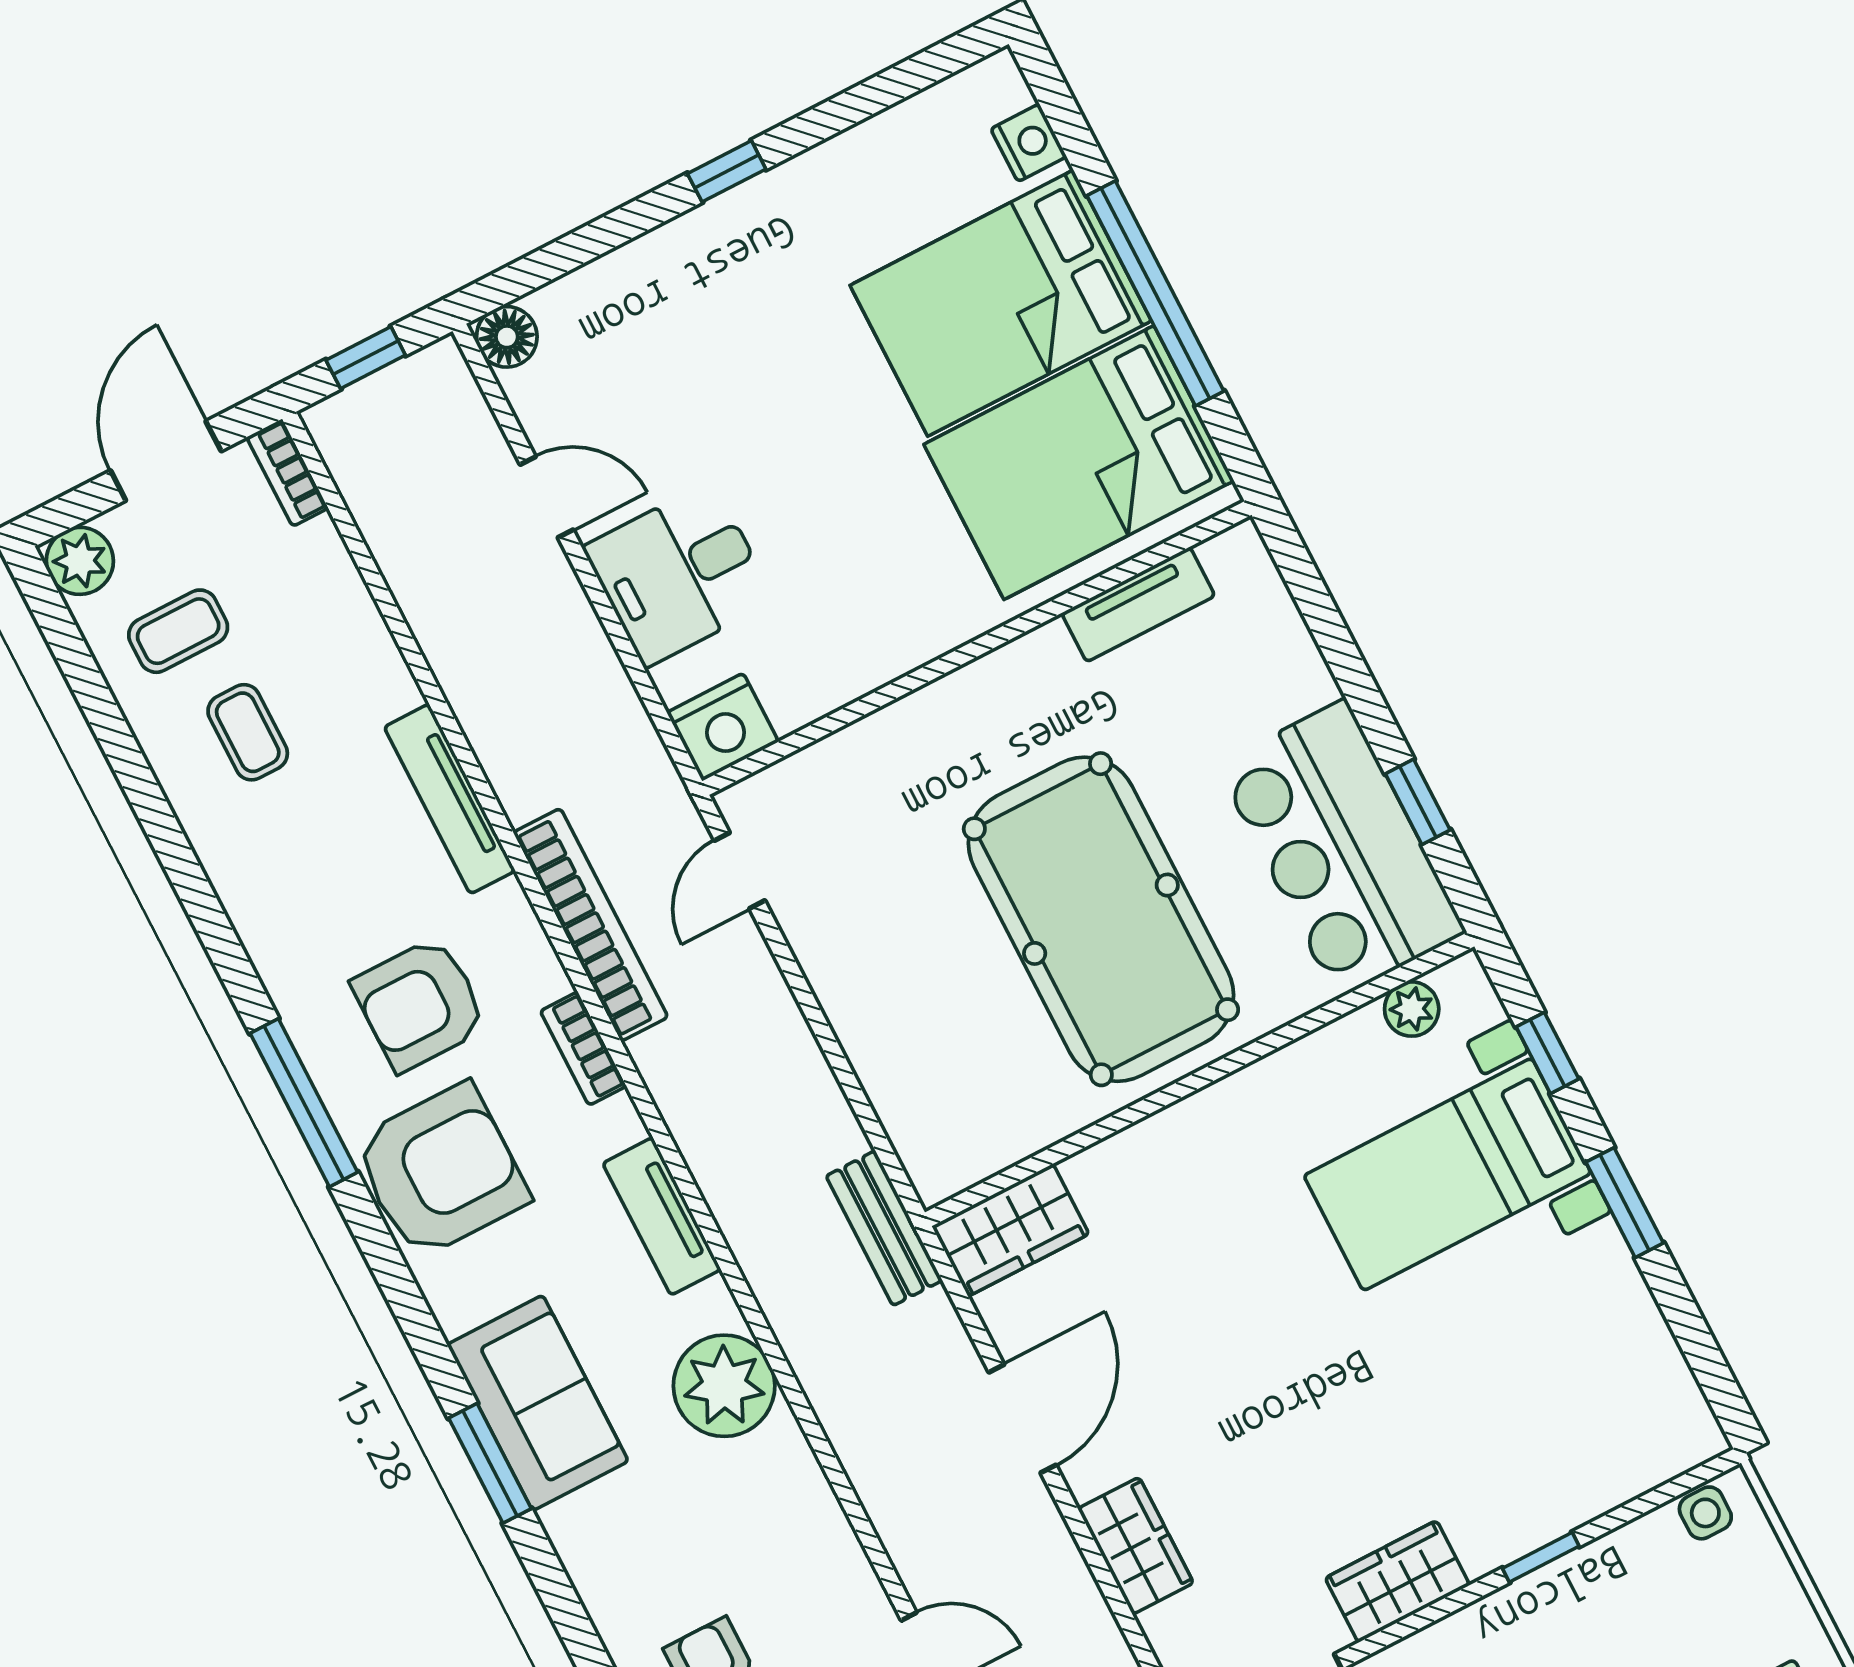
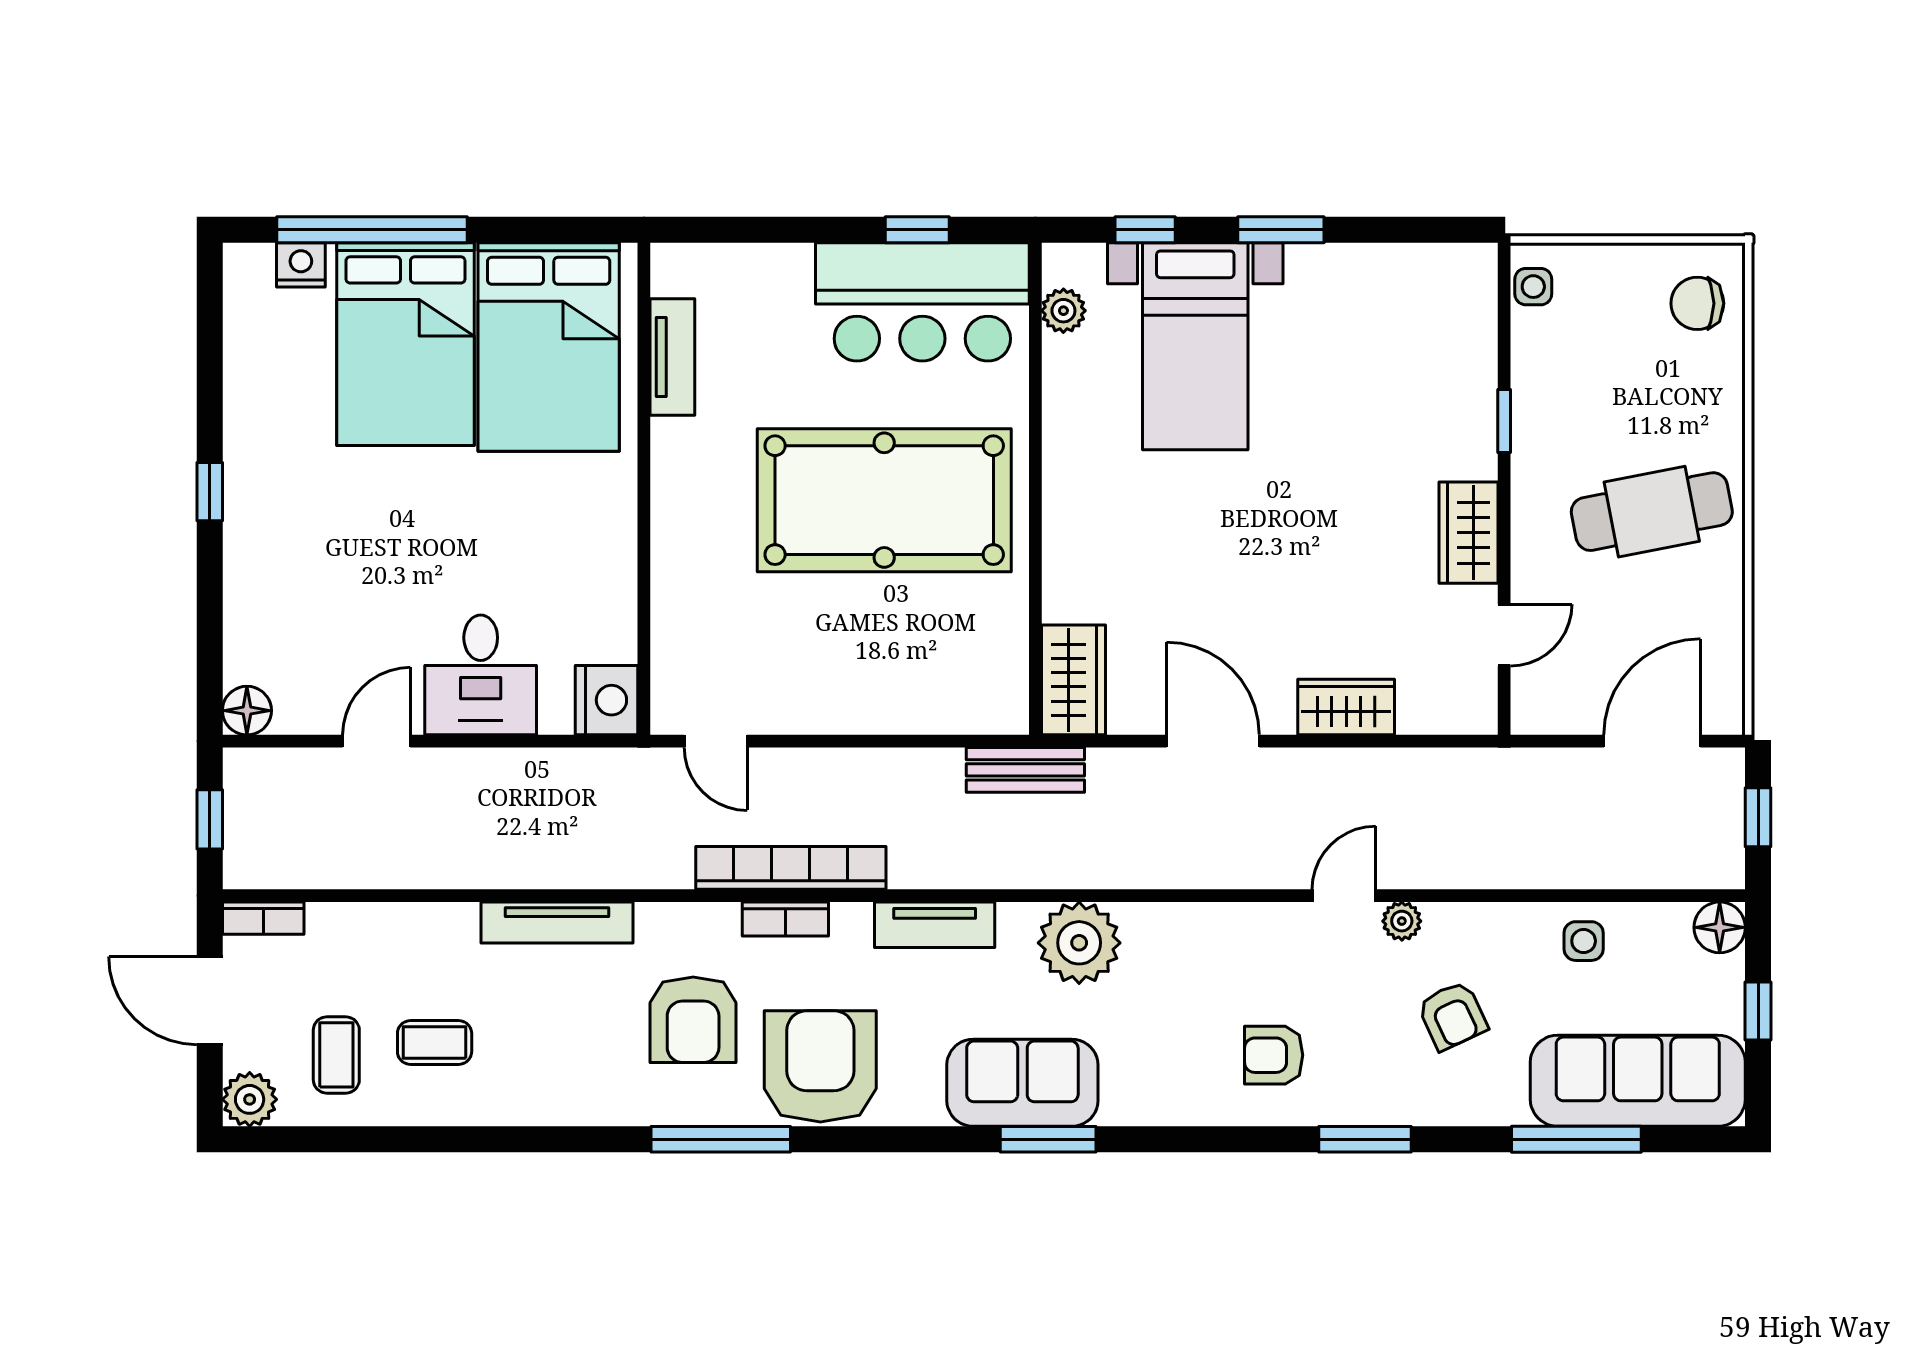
window: (1155, 293) -> (372, 230), moved
bookcase: (591, 925) -> (791, 868), moved

